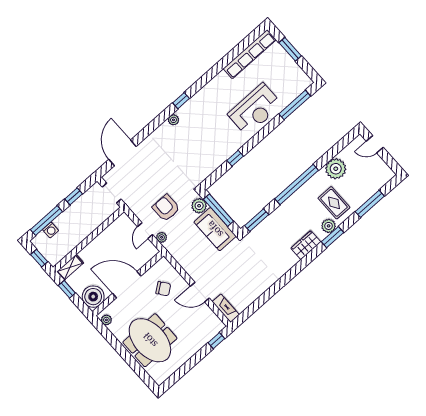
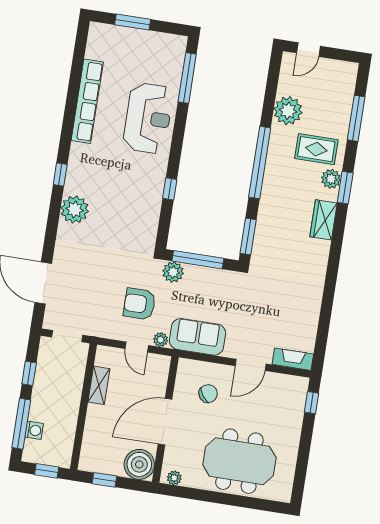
row of seats: (250, 54) -> (87, 101), moved
plant: (173, 120) -> (75, 210), width x1.88, depth x1.88
sofa: (215, 229) -> (197, 337), moved, turned 180
shelving: (70, 267) -> (99, 385), moved

